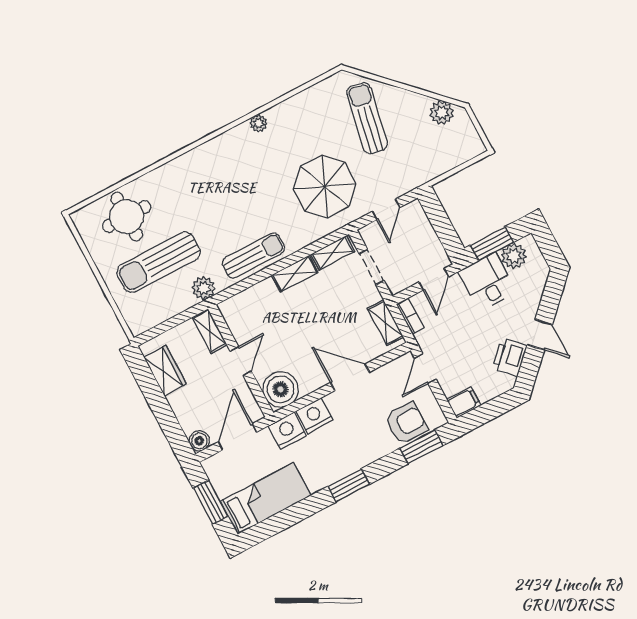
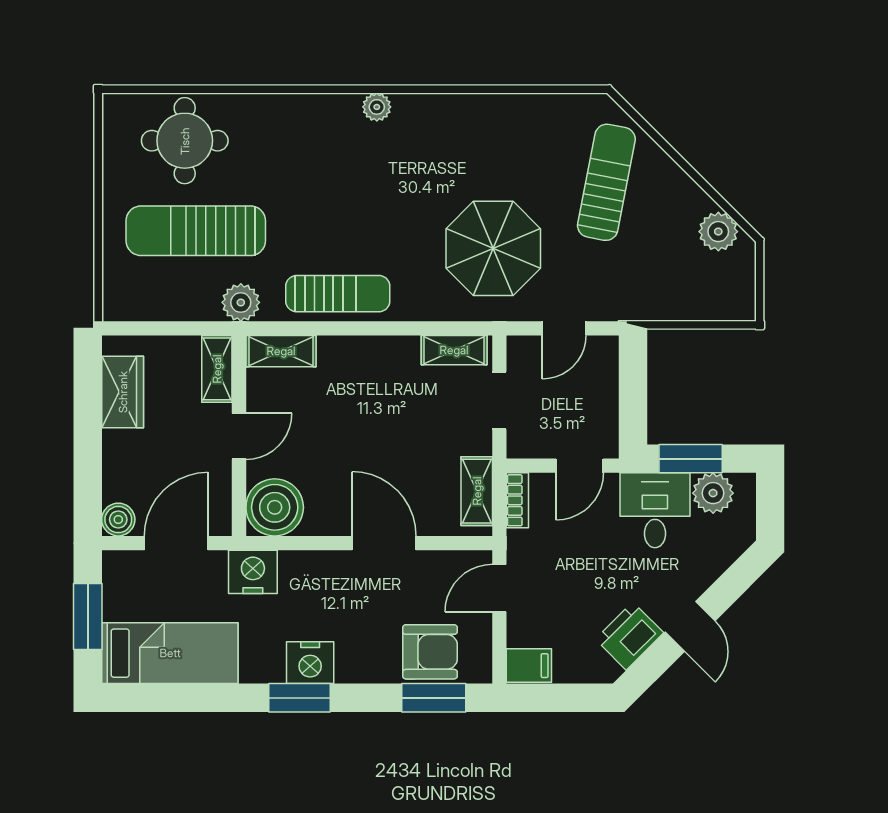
plant: (259, 123) -> (377, 107), moved
shelving: (295, 274) -> (281, 351), moved
nightstand: (314, 416) -> (310, 663), moved, turned 180

